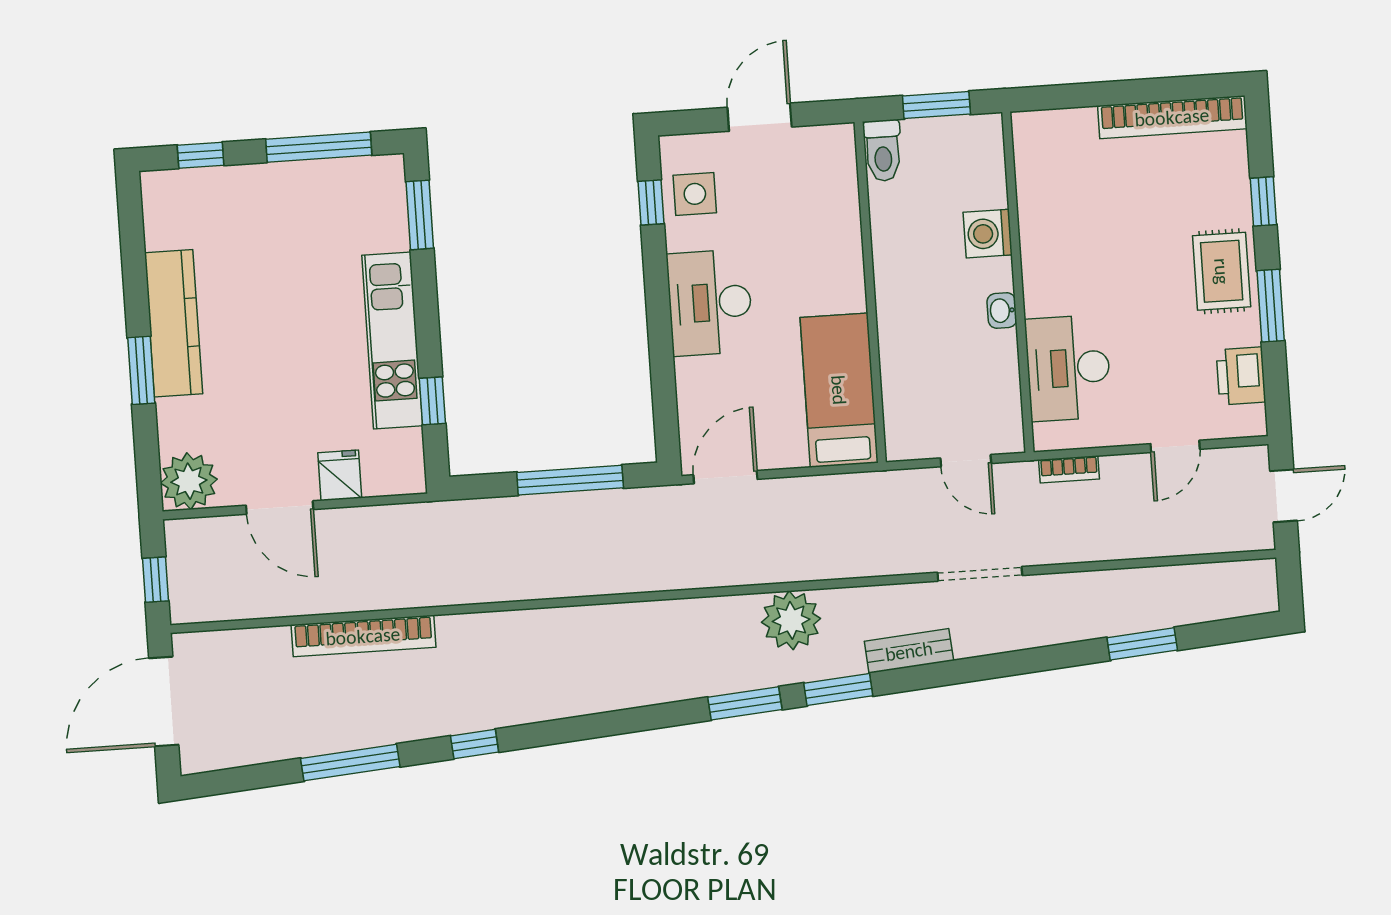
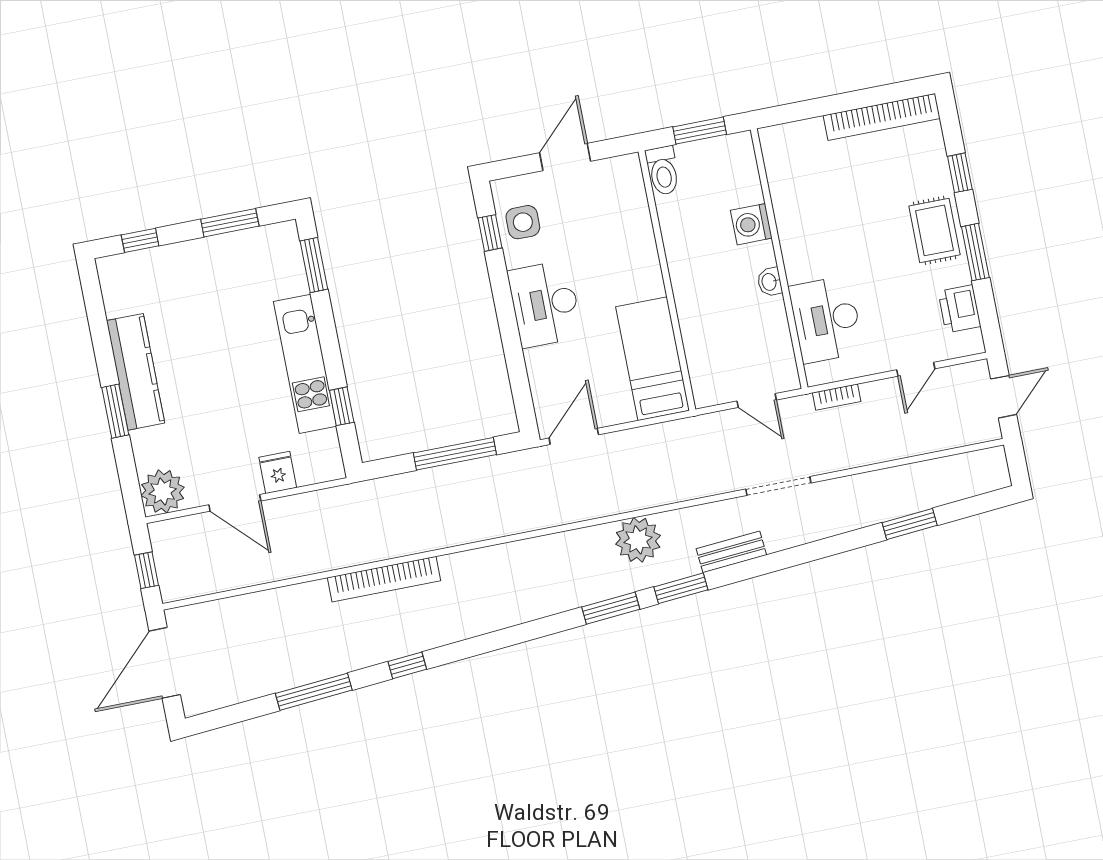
window: (319, 147) -> (230, 223), width x0.69
bookcase: (363, 636) -> (384, 579), moved

